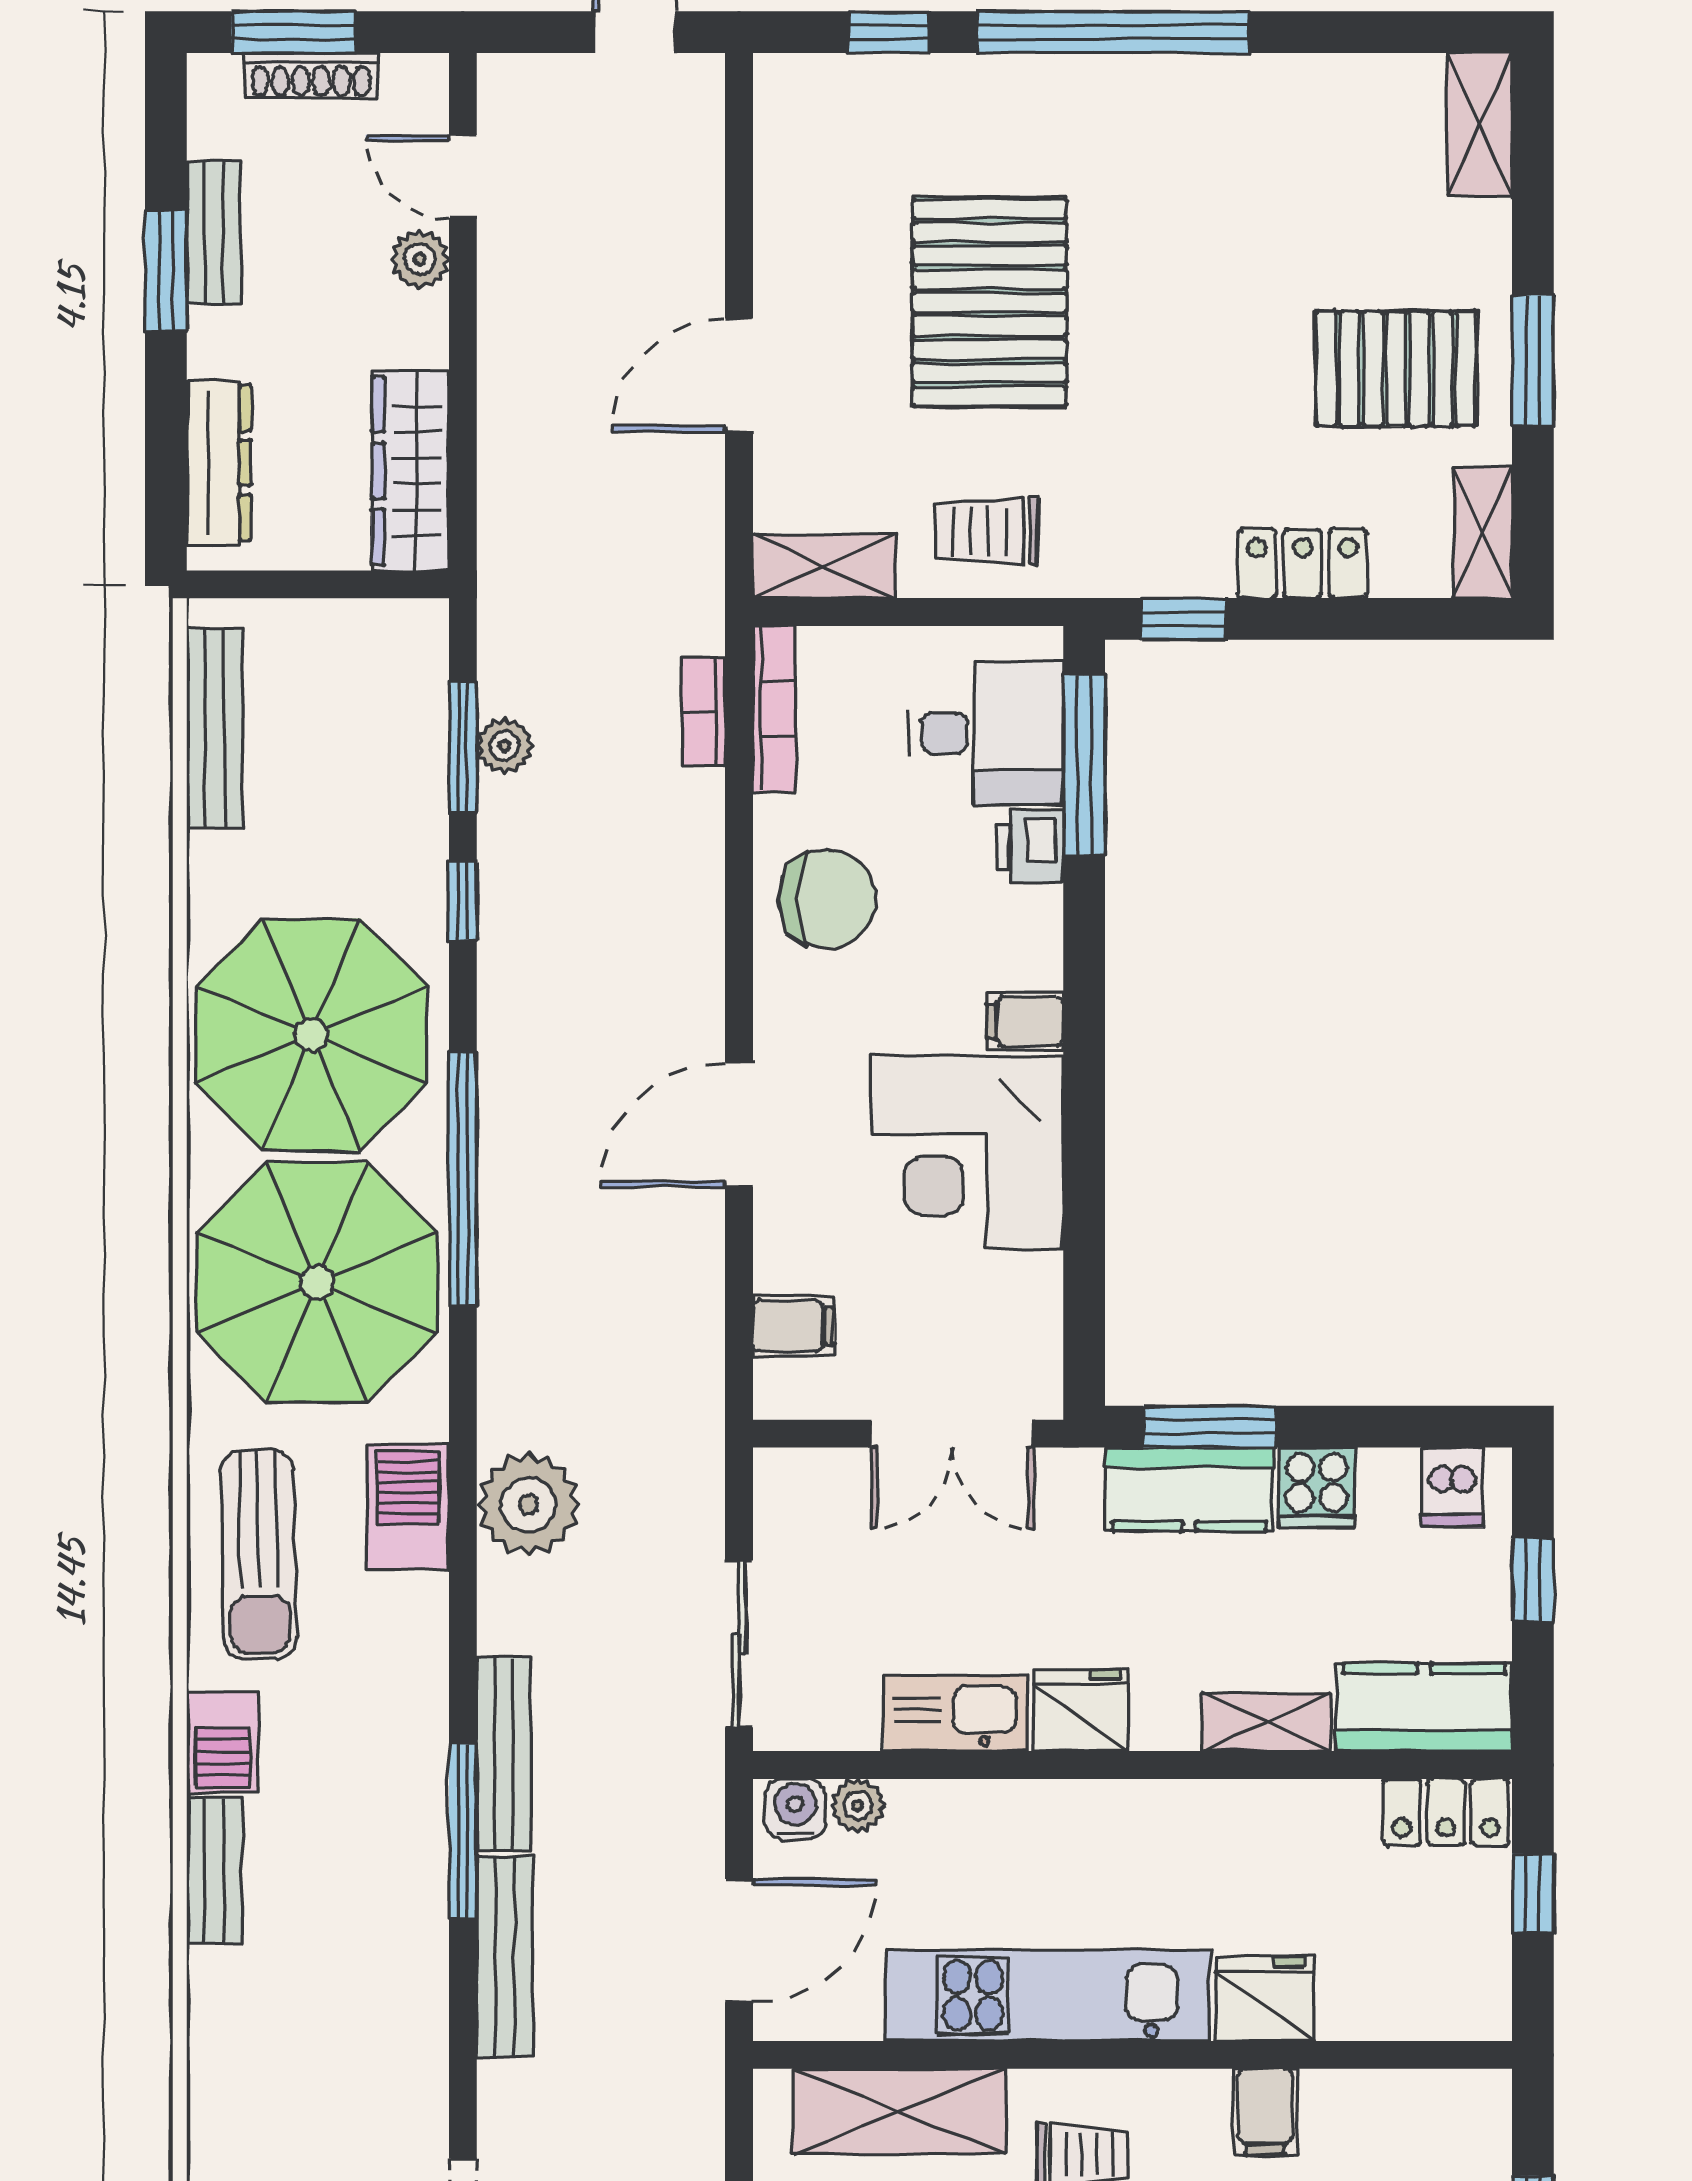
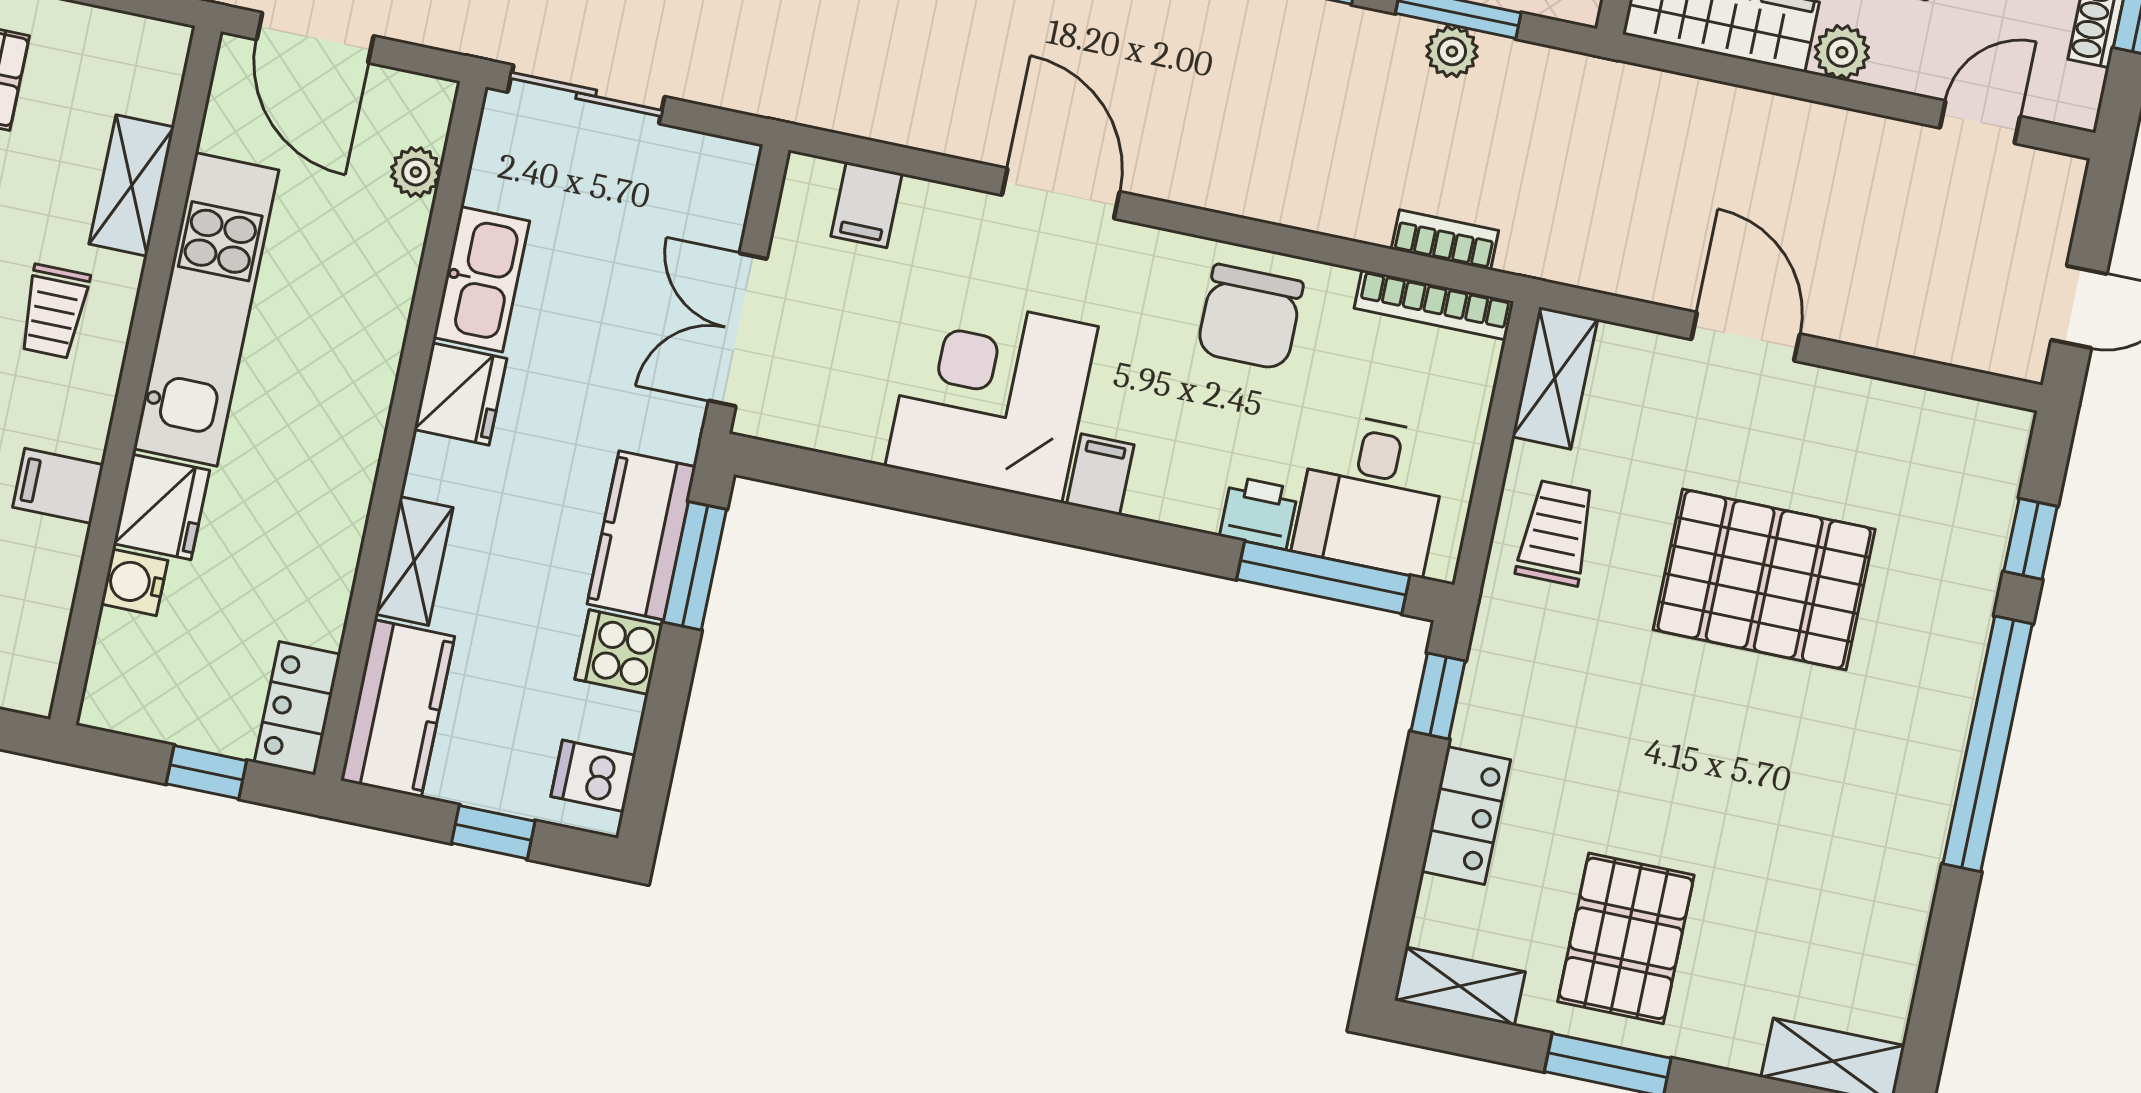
plant: (420, 259) -> (1842, 52), moved
water cooler: (795, 1809) -> (134, 582), moved, turned 180
shelving: (899, 2111) -> (132, 185), width x0.67, depth x0.75

